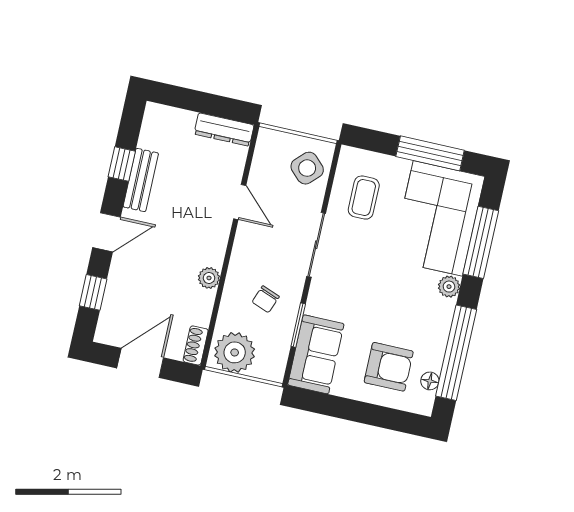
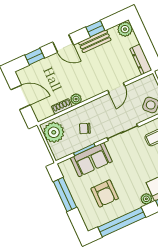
plant: (158, 118) -> (125, 29), added
shoe rack: (196, 345) -> (62, 106), moved
sofa: (316, 354) -> (91, 160), moved
armchair: (389, 367) -> (105, 193), moved
floor lamp: (430, 381) -> (102, 220), removed
window: (346, 409) -> (65, 195), added

